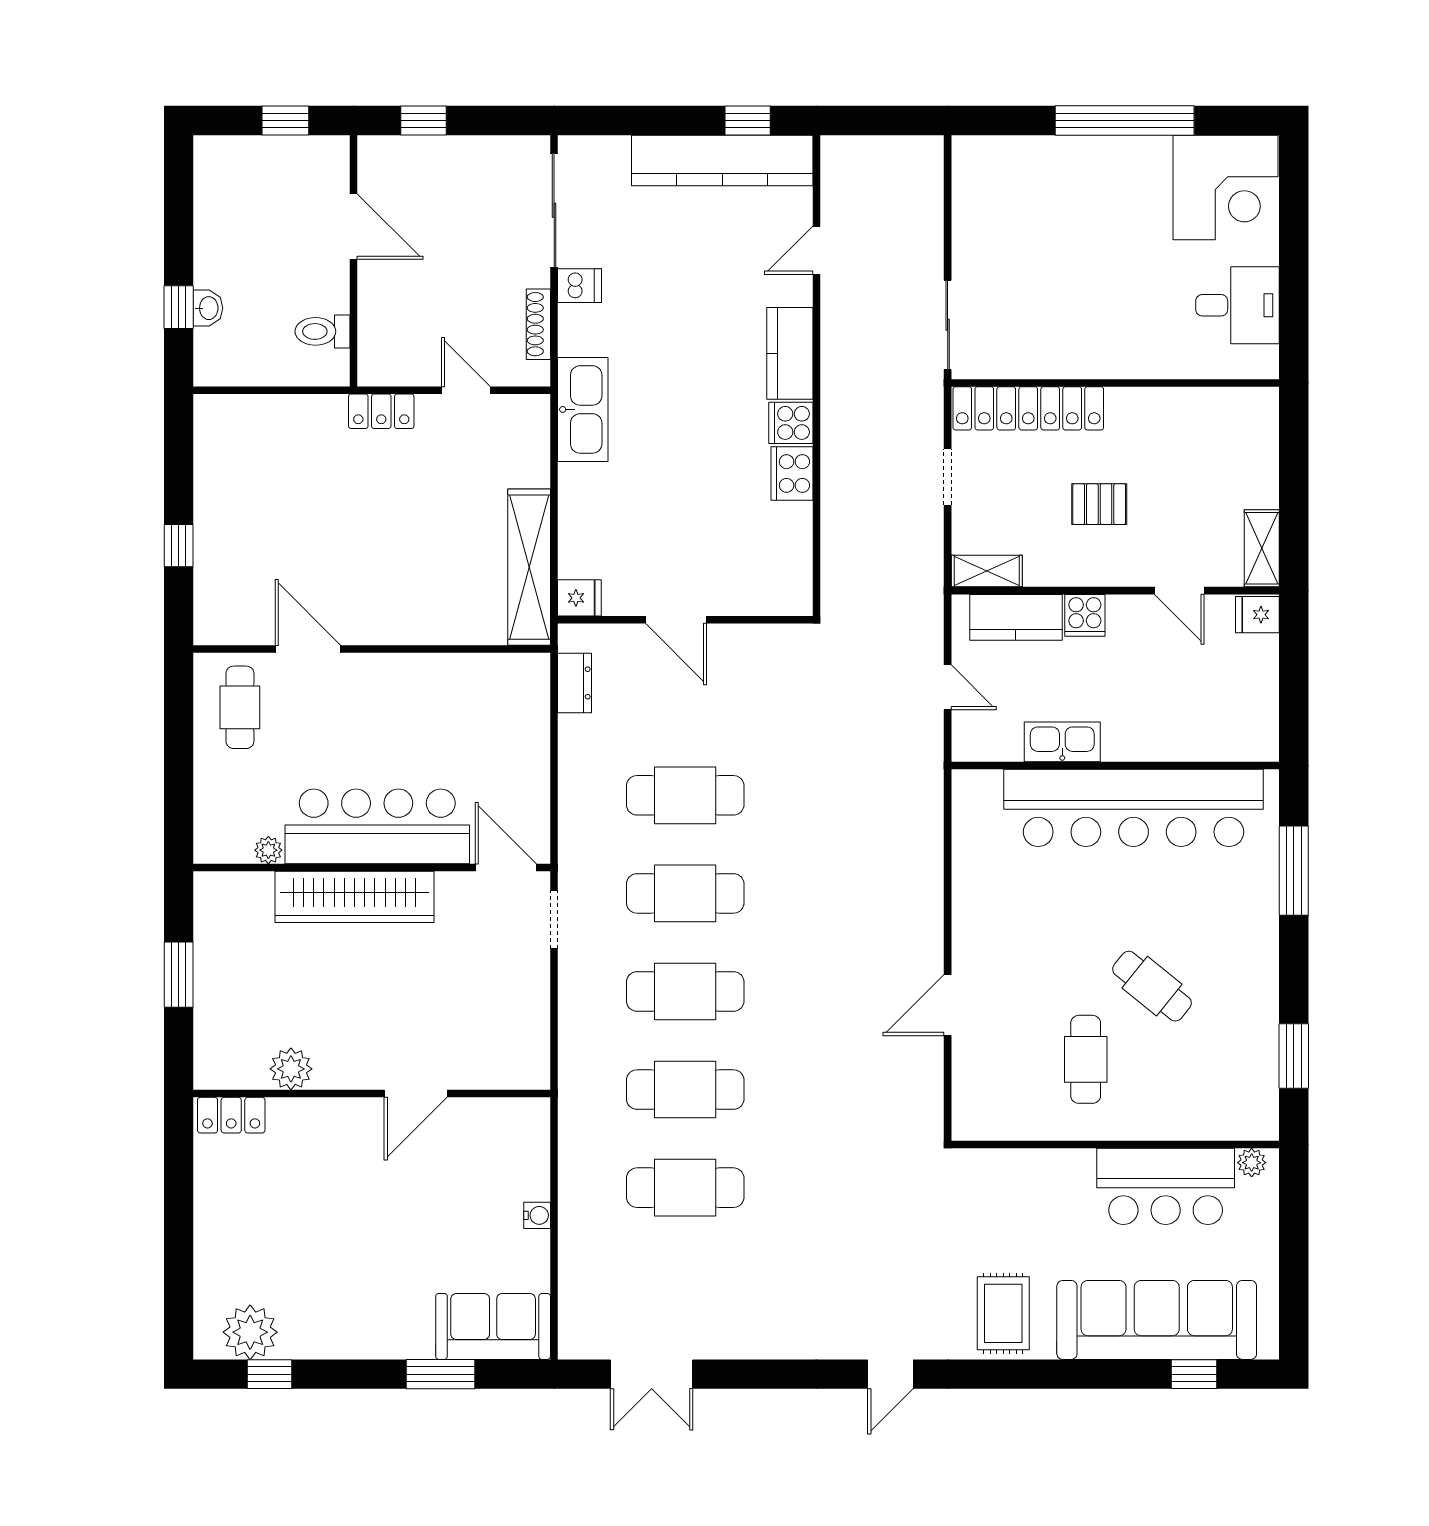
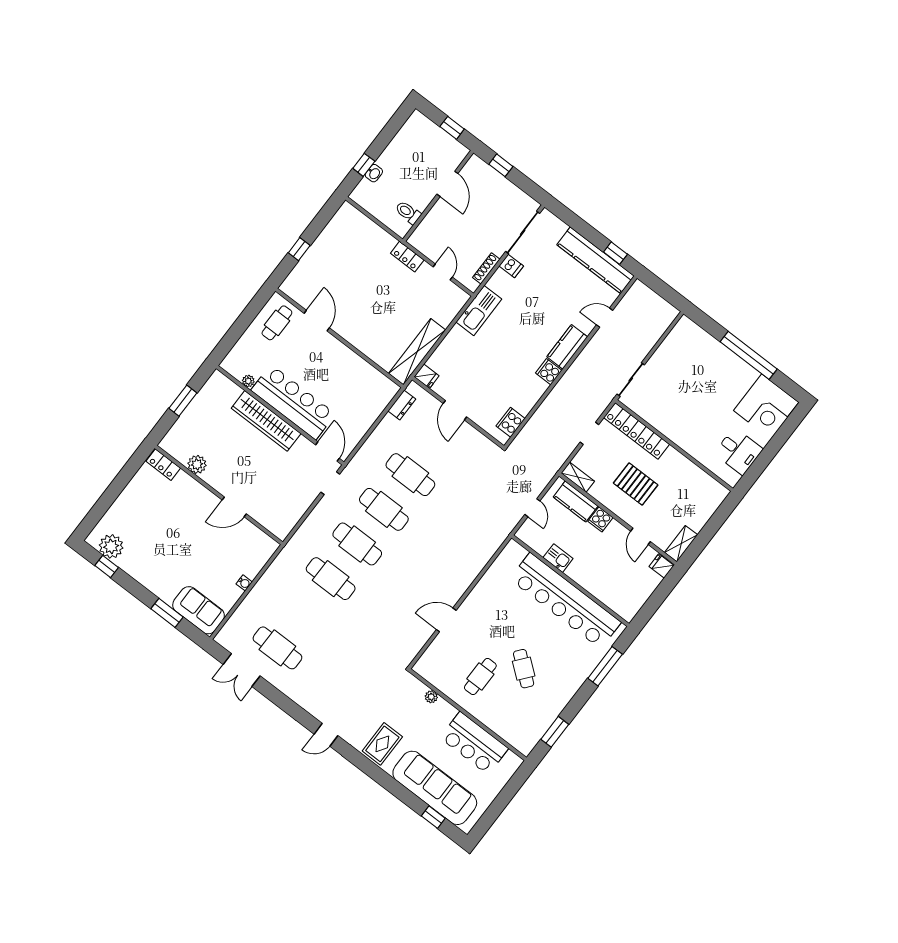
cooker: (792, 474) -> (511, 422), moved
pallet: (1099, 504) -> (636, 484), width x1.50, depth x1.42
kitchen sink: (1062, 742) -> (558, 558), width x0.73
plant: (1252, 1163) -> (431, 697), moved
cafe table: (685, 1188) -> (277, 648), moved

